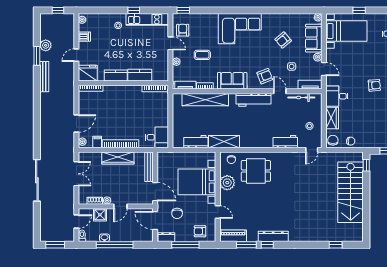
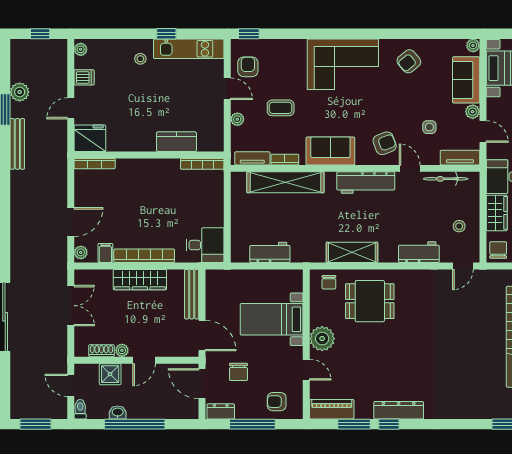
armchair: (283, 40) -> (409, 61), moved
kitchen counter: (116, 75) -> (136, 142), removed
shelving: (224, 142) -> (352, 252), moved
bed with nightstands: (197, 182) -> (272, 319), width x0.73
plant: (227, 183) -> (322, 339), moved
door: (76, 222) -> (71, 385), swing flipped

